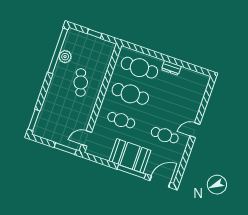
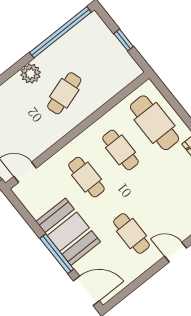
plant: (65, 57) -> (31, 74), moved
cafe table: (130, 94) -> (120, 150), width x0.73, depth x0.74

